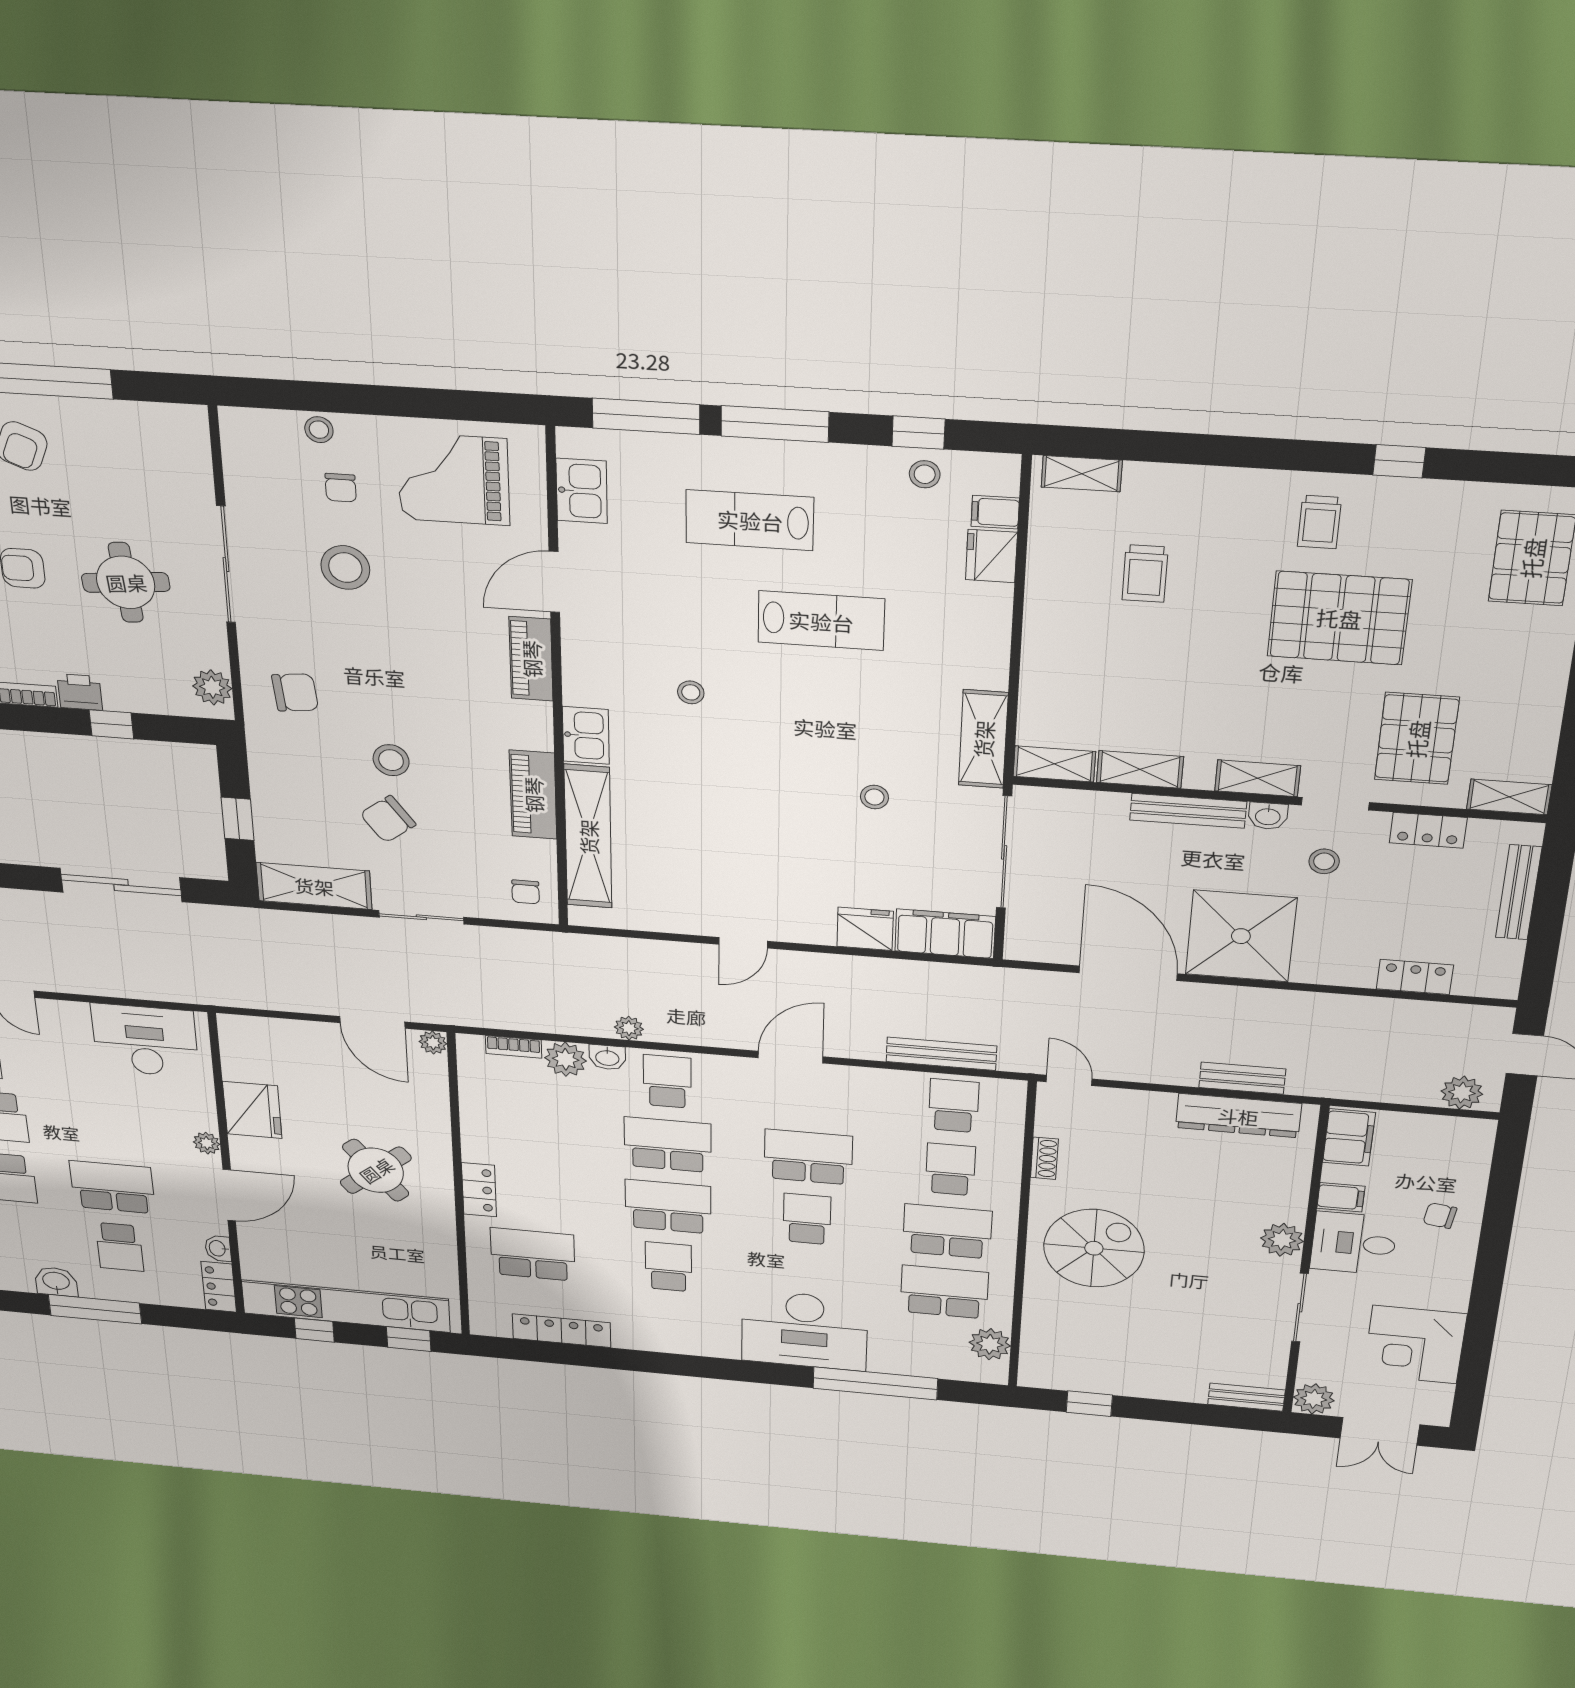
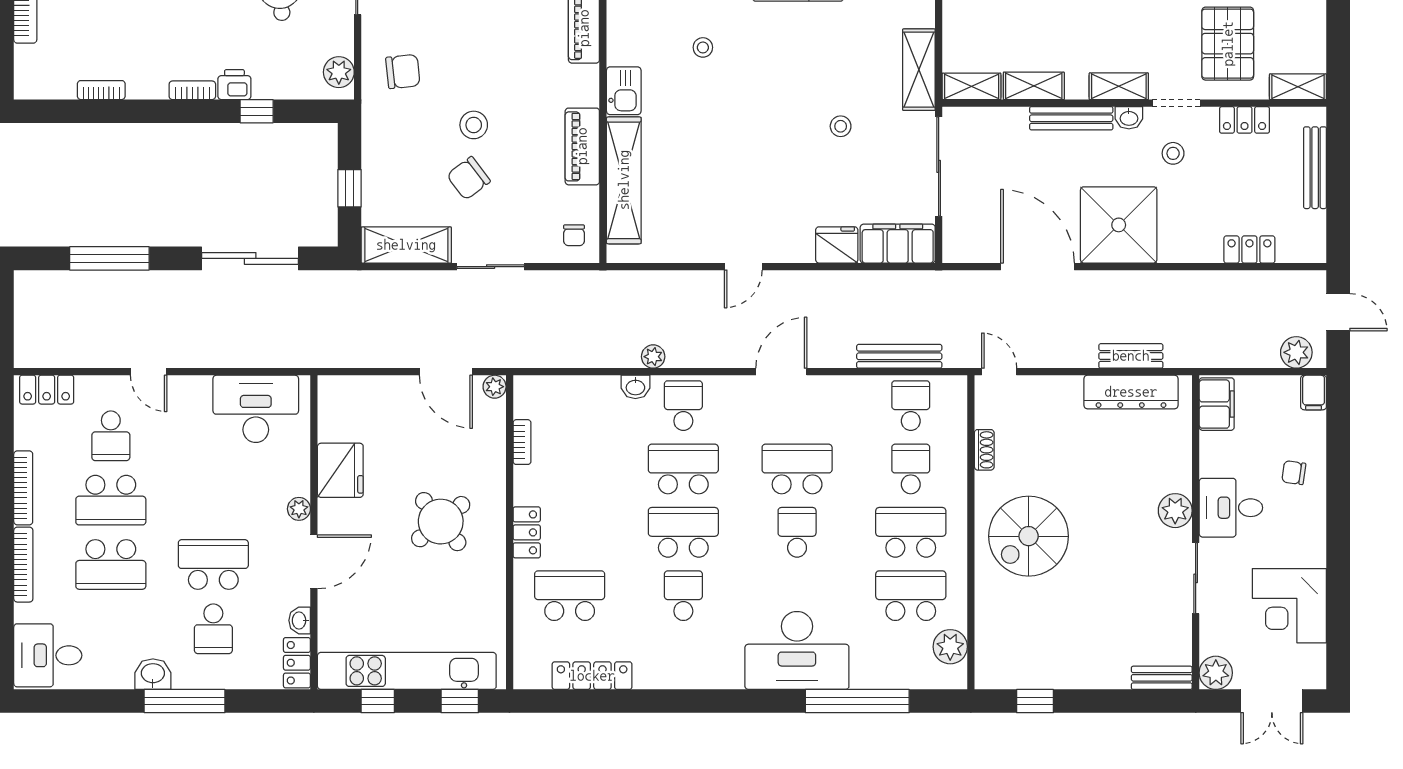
bookcase: (514, 1047) -> (522, 442), moved, turned -90
plant: (566, 1059) -> (602, 392), removed
filing cabinet: (1341, 1197) -> (1314, 392), moved, turned 90
spiral stairs: (1094, 1248) -> (1029, 536), turned 180

